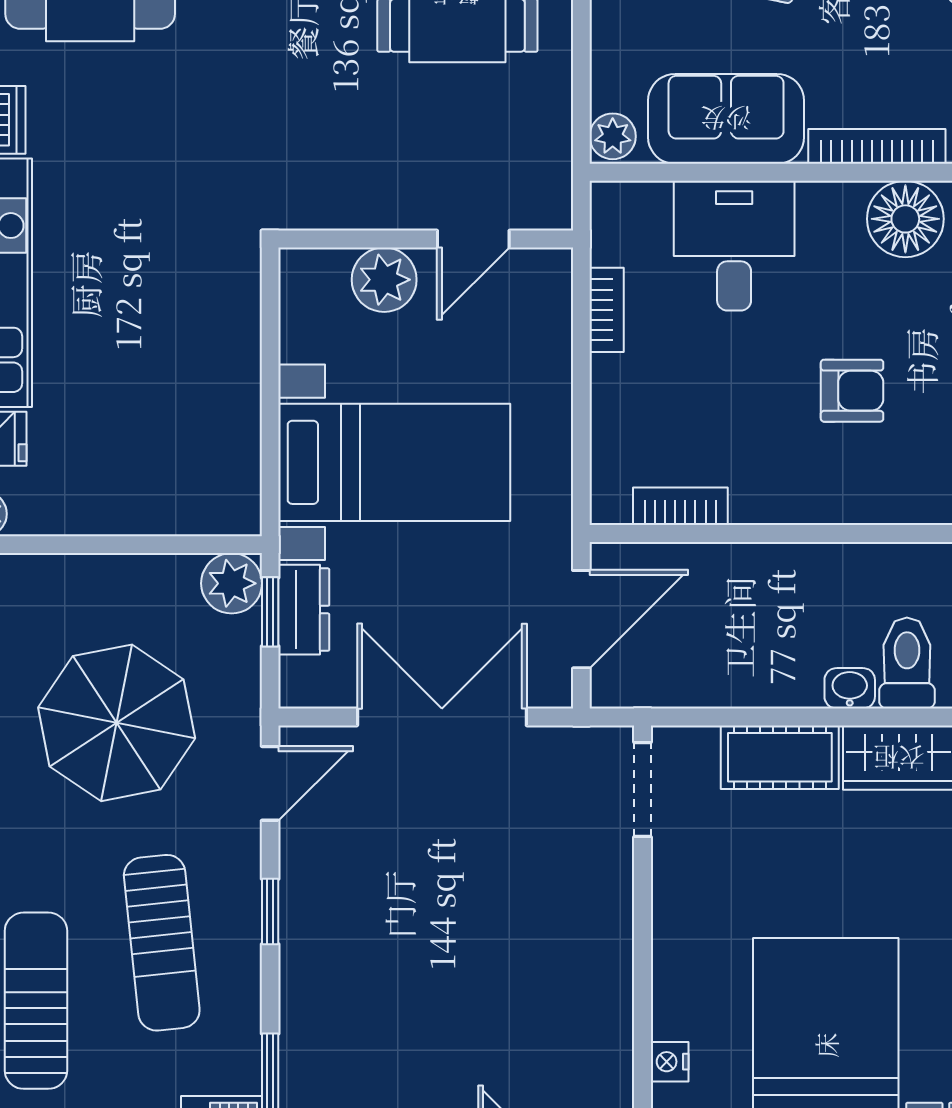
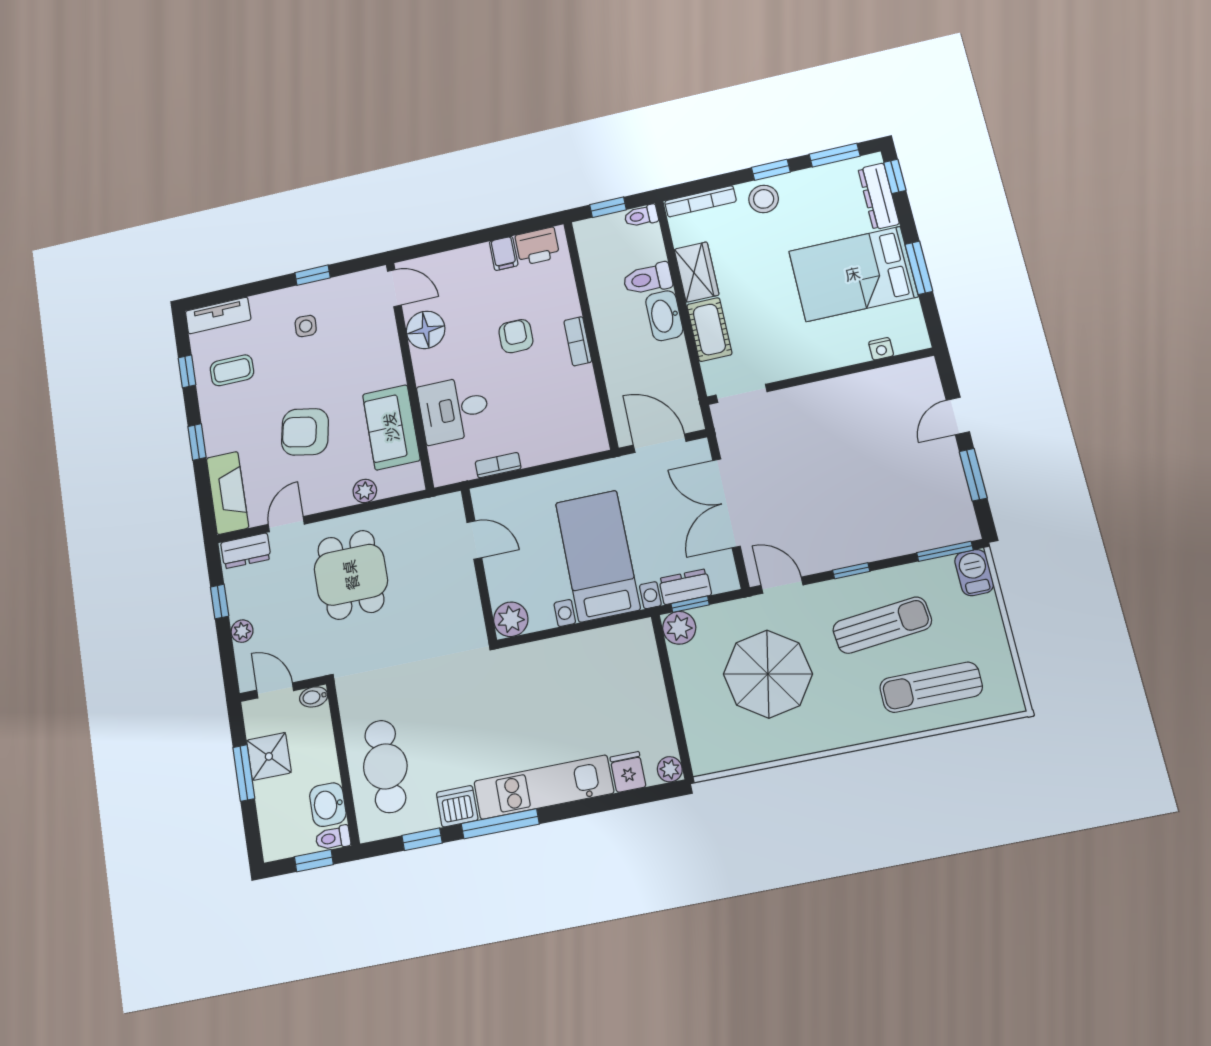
plant: (613, 136) -> (365, 491), moved
bookcase: (877, 146) -> (392, 351), removed
plant: (384, 280) -> (511, 619), moved
bookcase: (680, 506) -> (578, 341), moved
washbasin: (850, 688) -> (664, 316), width x1.91, depth x1.45

